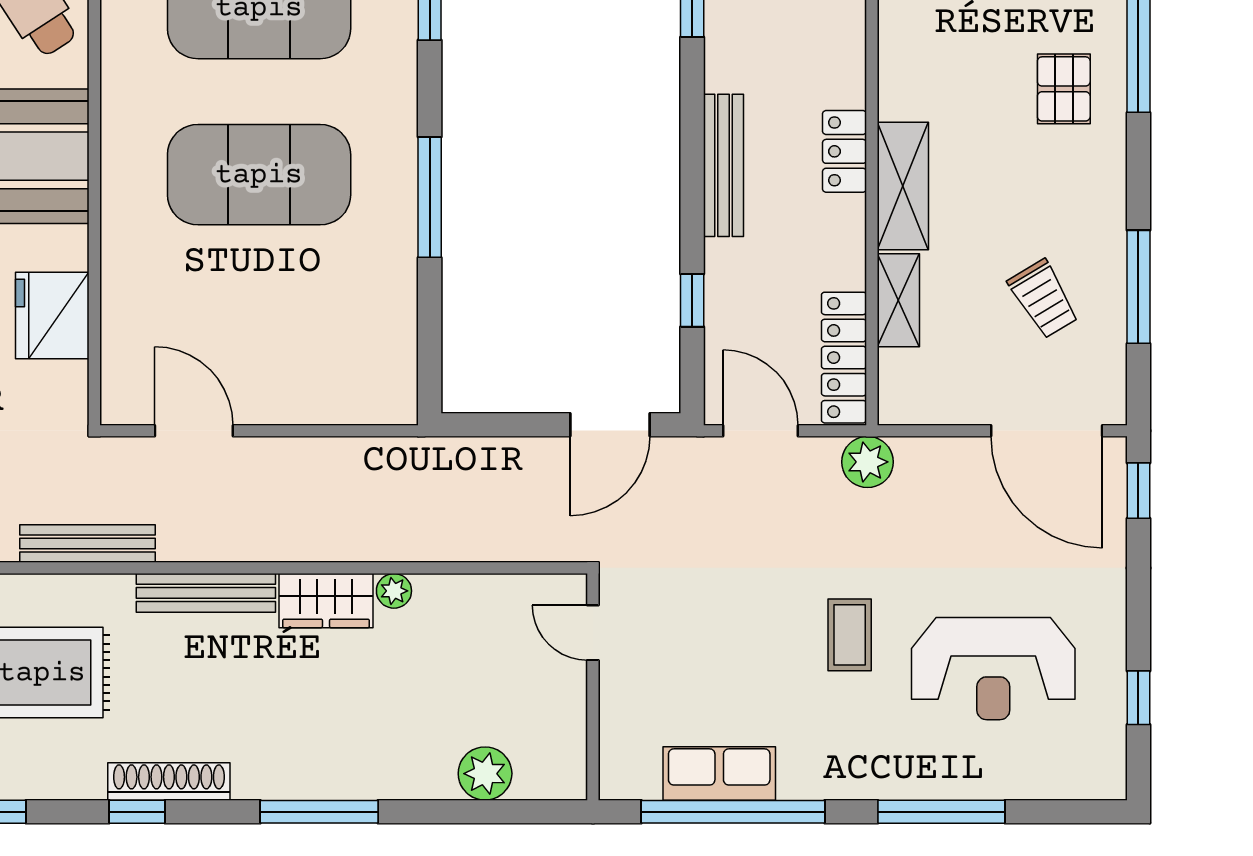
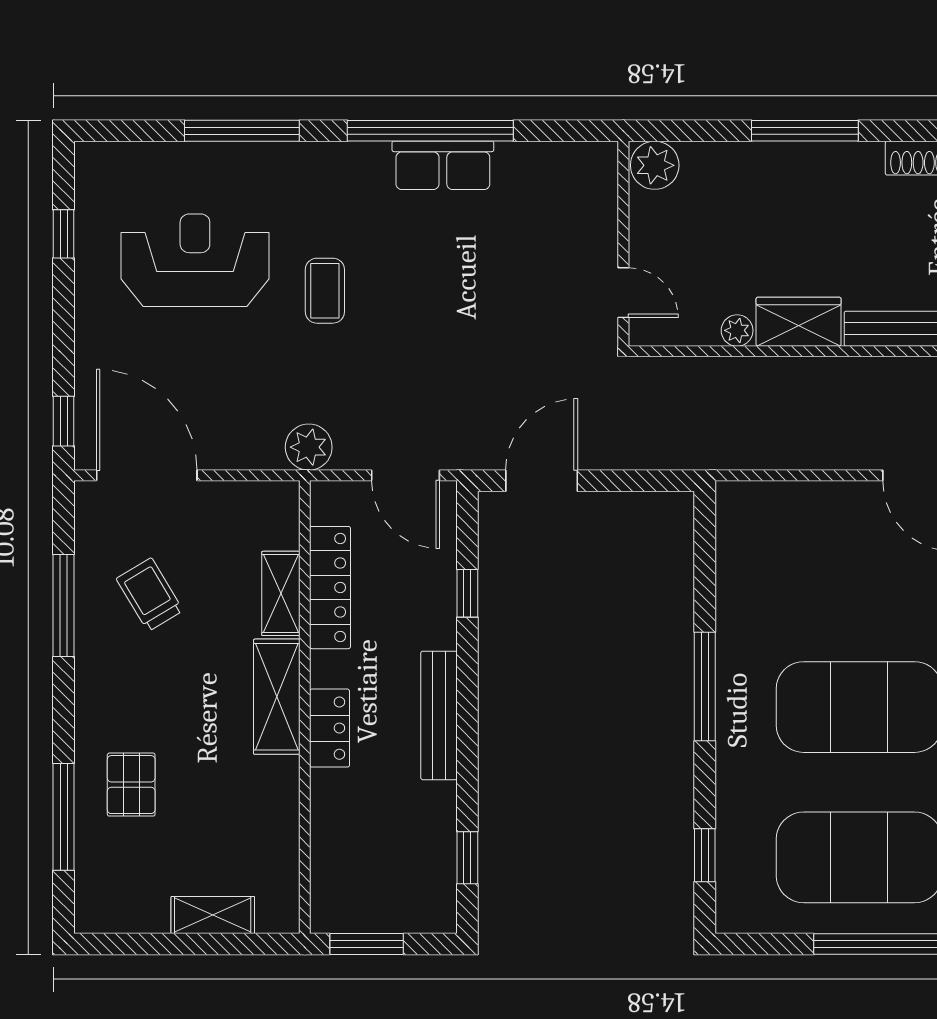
locker: (844, 358) -> (330, 588), moved
door: (593, 633) -> (623, 293), moved
wall: (593, 687) -> (623, 244), moved

